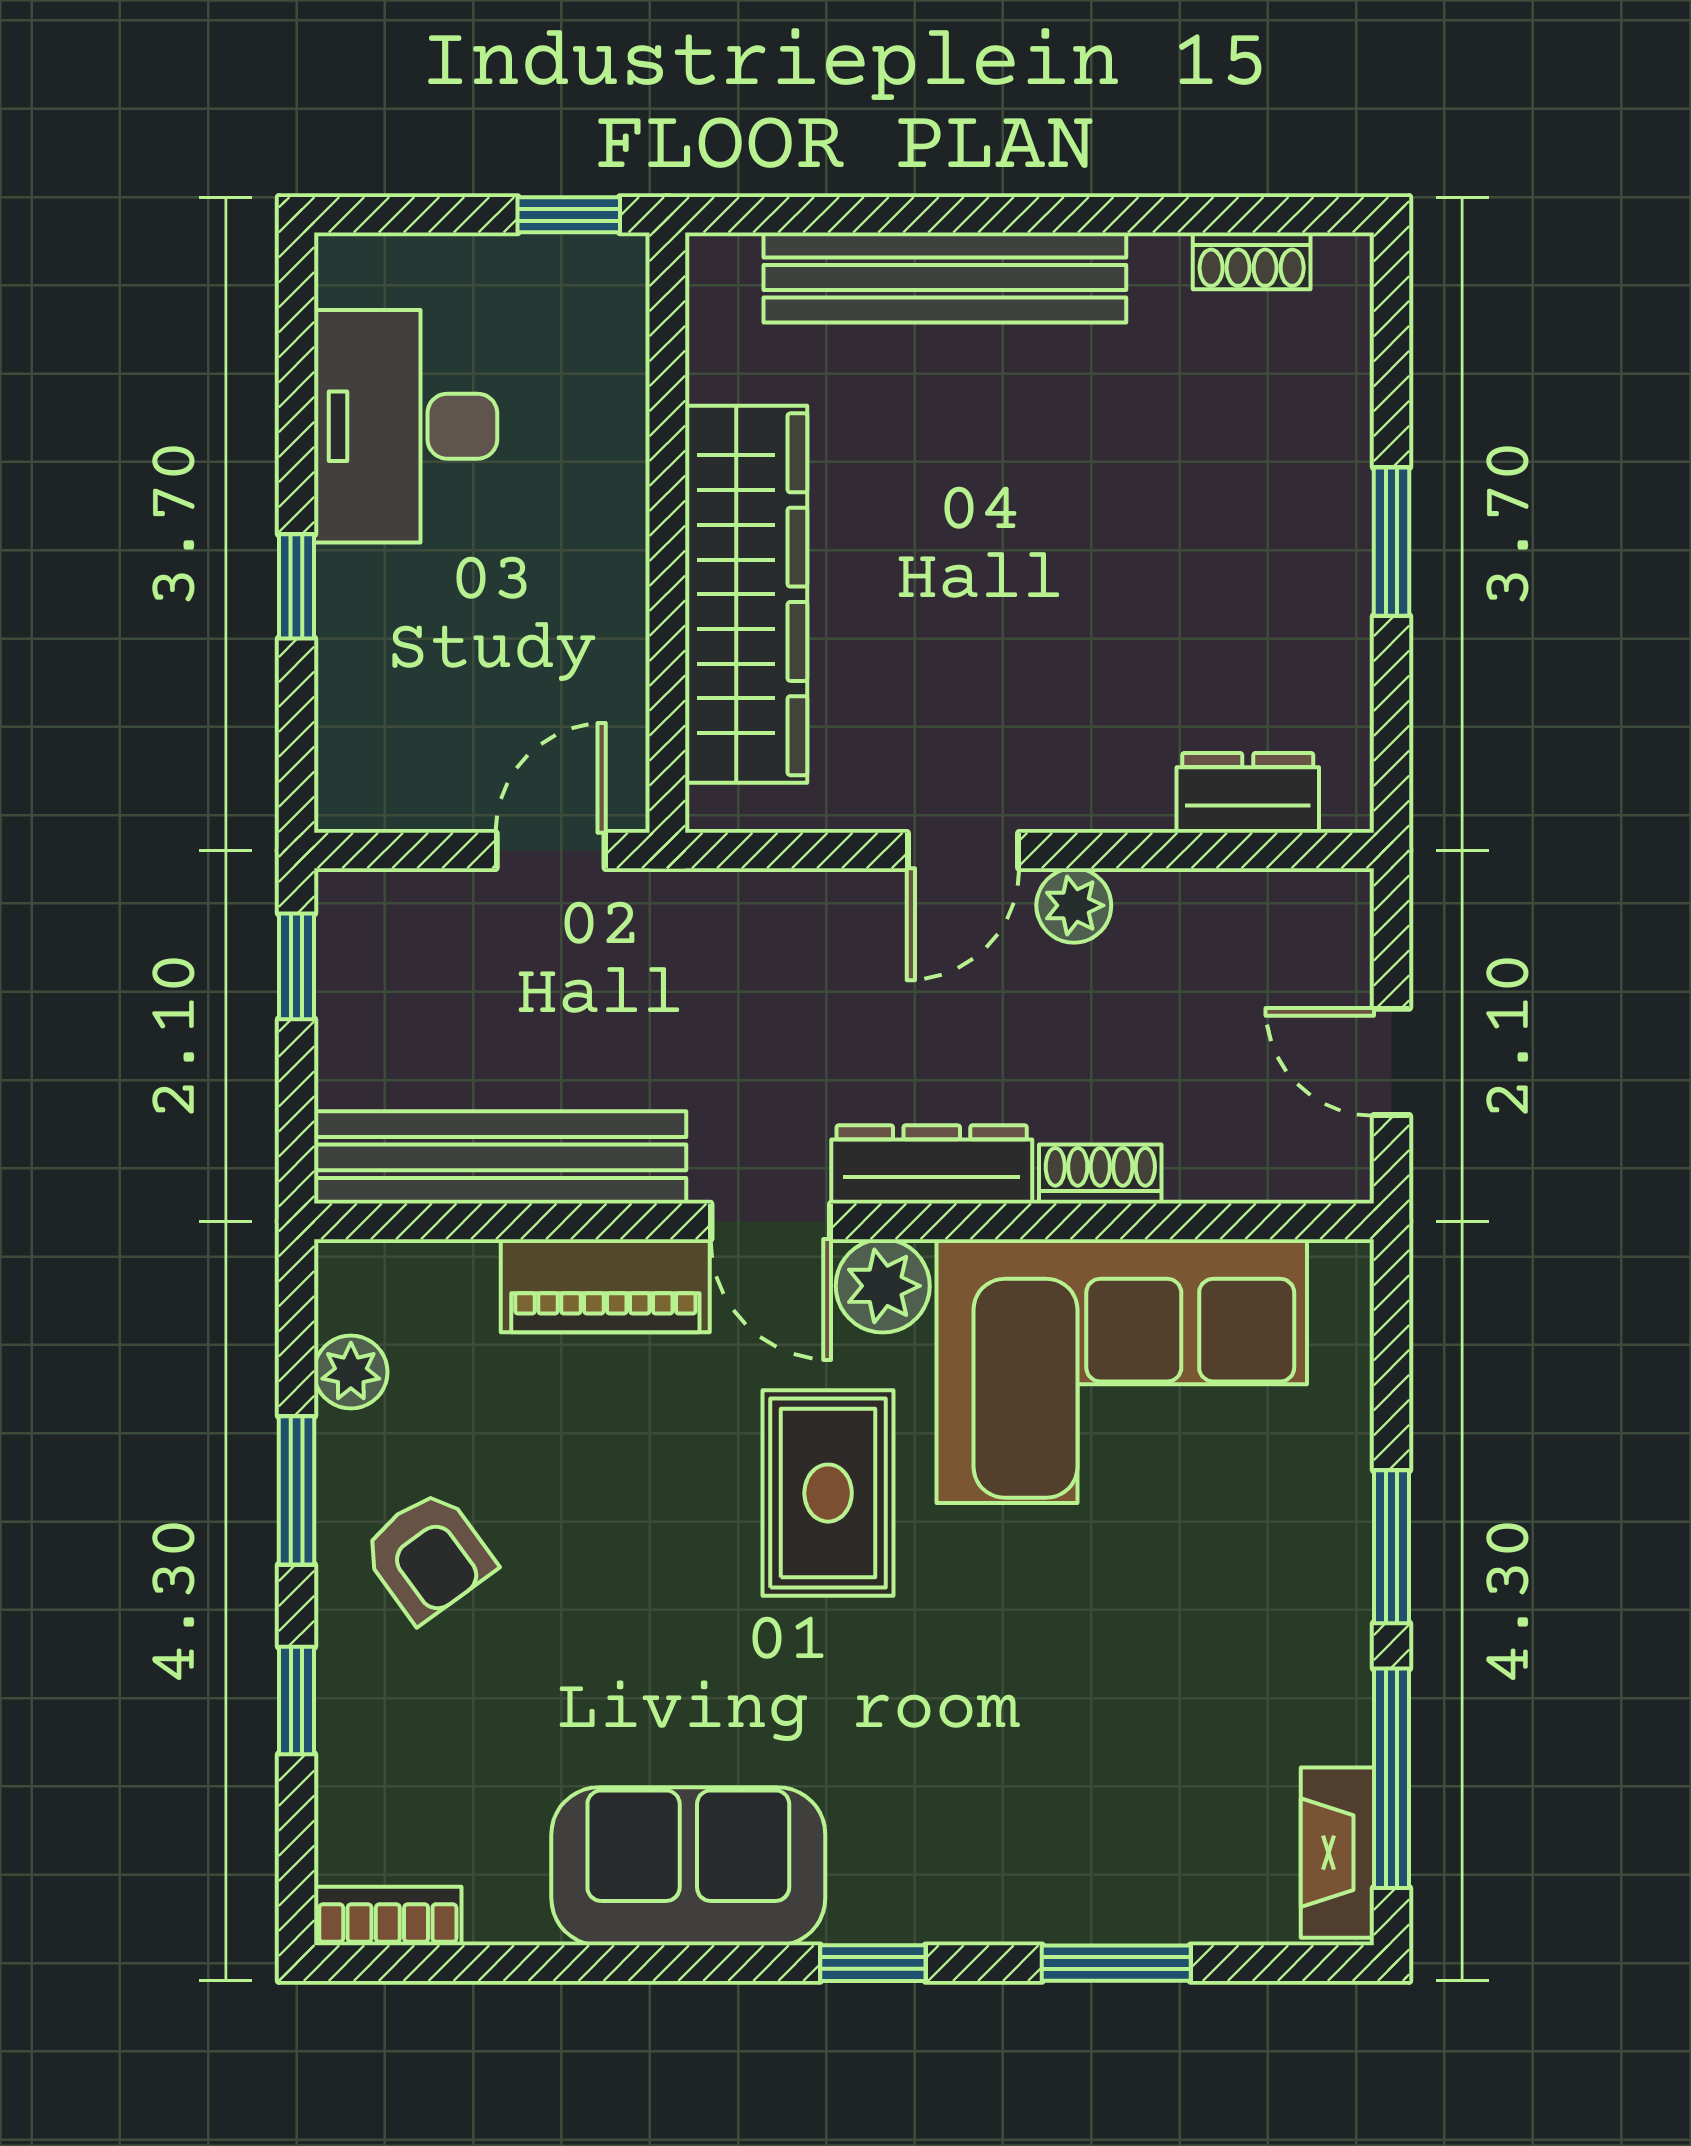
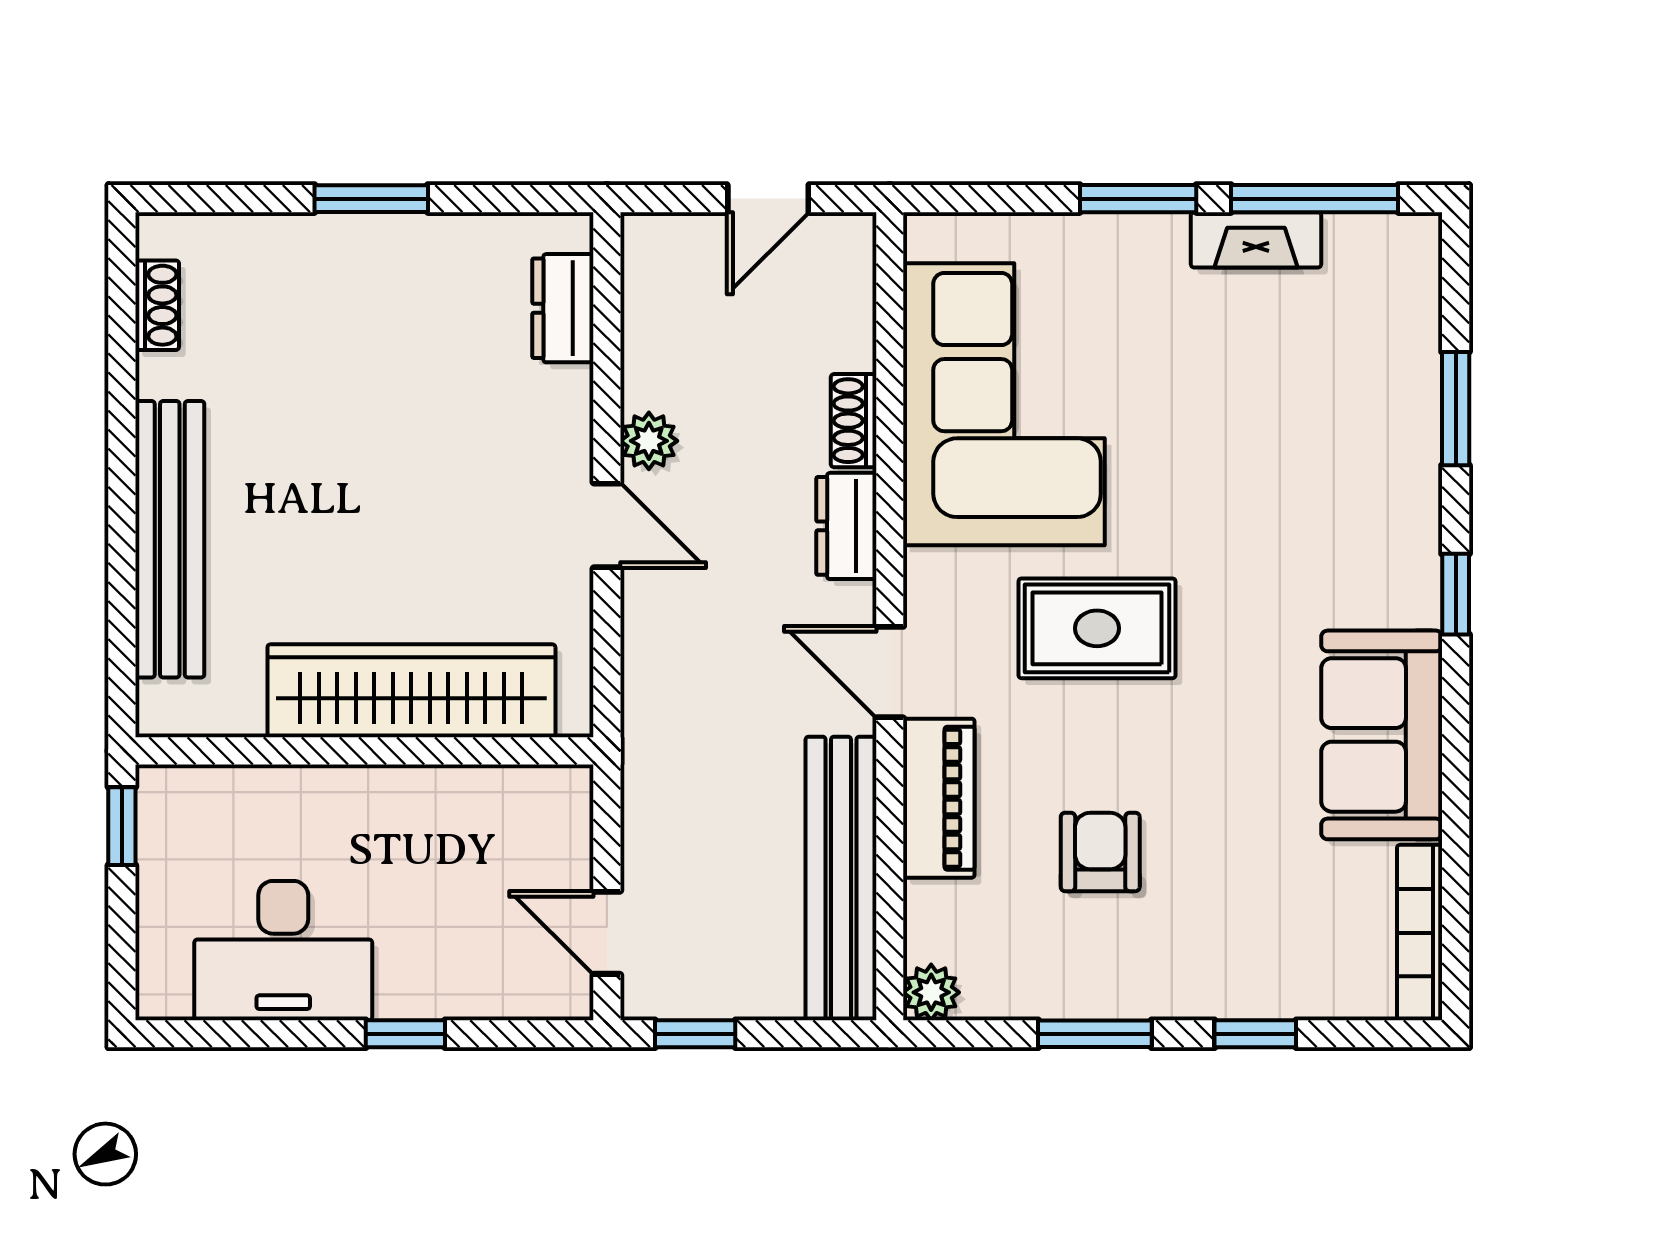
door: (551, 850) -> (607, 933), moved
dresser: (932, 1164) -> (846, 526), width x0.70
door: (771, 1221) -> (890, 672), swing flipped
plant: (883, 1286) -> (939, 587), removed
plant: (351, 1372) -> (931, 992), moved
armchair: (428, 1556) -> (1100, 852), moved, turned -54
fireplace: (1337, 1853) -> (1256, 240), moved
bookcase: (388, 1916) -> (1420, 933), width x1.56

